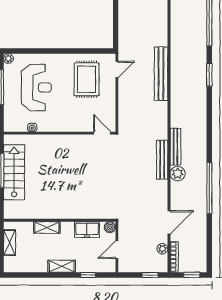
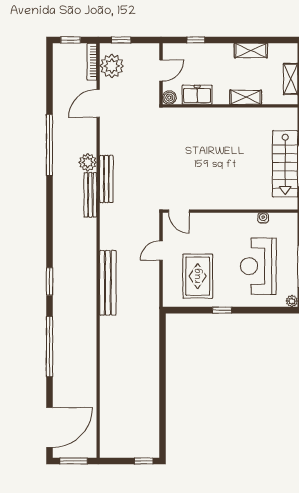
window: (66, 51) -> (222, 310), added
door: (117, 69) -> (161, 251), moved
plant: (162, 249) -> (112, 66), width x1.88, depth x1.88
shelving: (62, 266) -> (251, 50), moved

